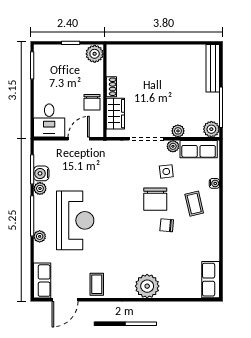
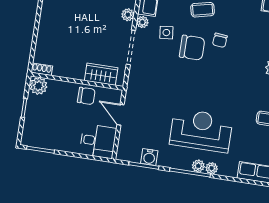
shoe rack: (111, 87) -> (42, 69), moved
plant: (40, 188) -> (198, 166), moved

